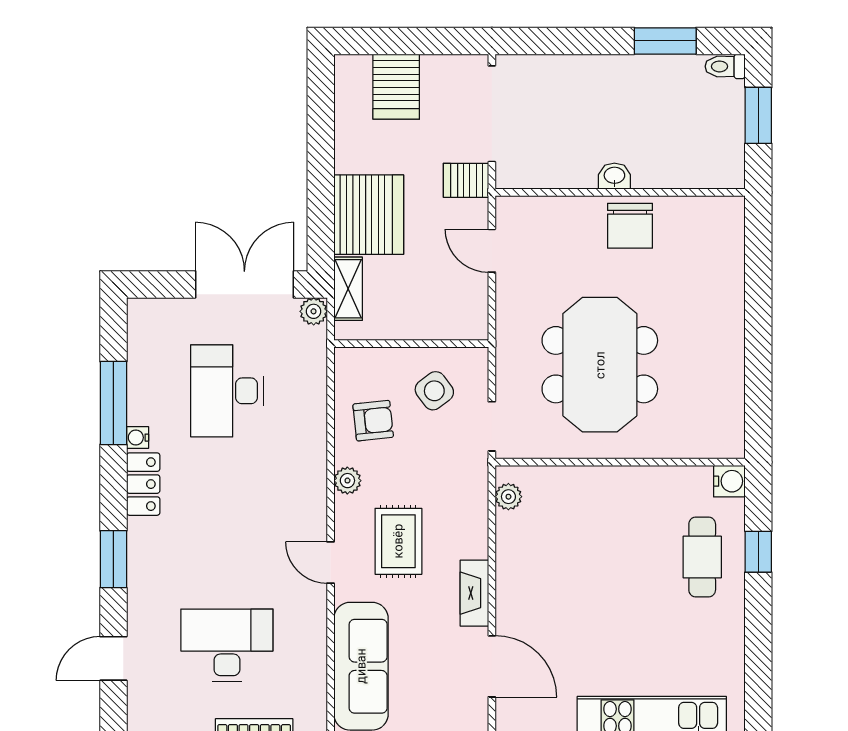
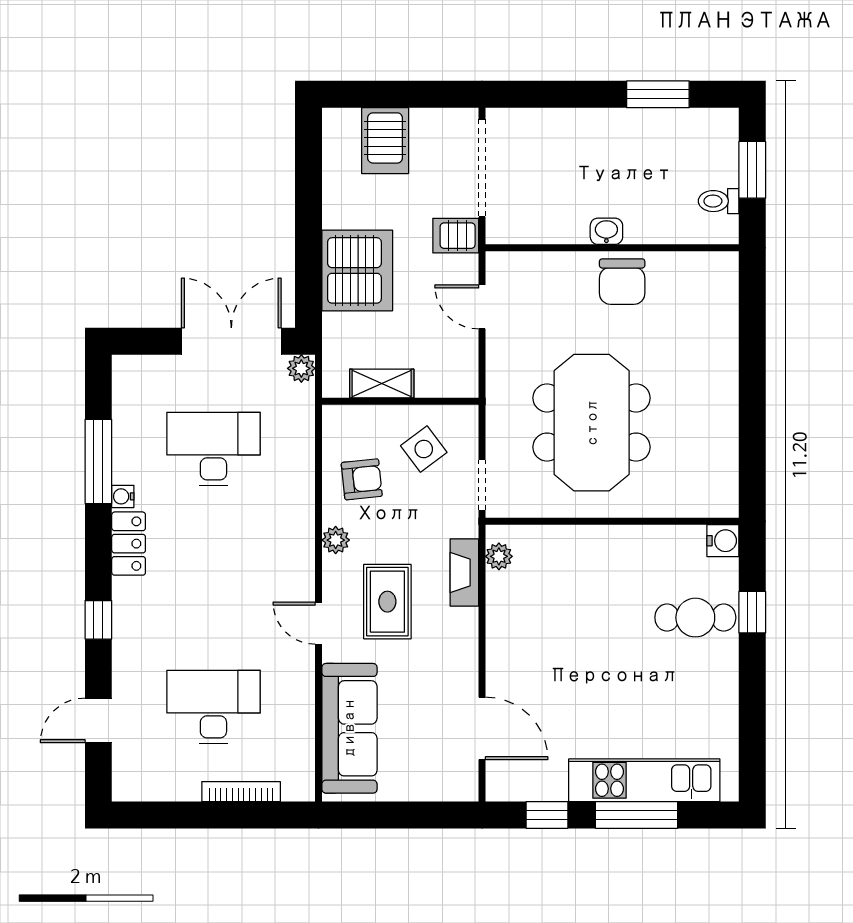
toilet: (725, 66) -> (719, 201), moved
shelving: (348, 289) -> (382, 383), moved, turned 90
desk: (227, 391) -> (213, 449), turned 90
cafe table: (702, 557) -> (695, 618), turned 90
window: (113, 559) -> (98, 620), width x0.67
fireplace: (474, 593) -> (464, 573), moved

